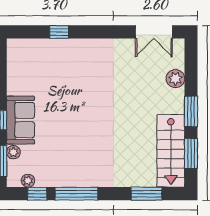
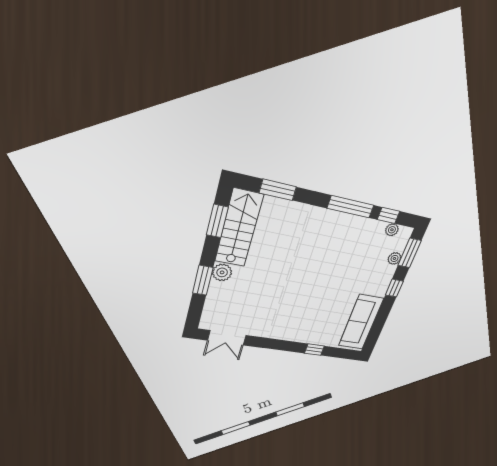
double door: (154, 32) -> (227, 338), swing flipped
plant: (175, 79) -> (222, 272), moved
window: (191, 112) -> (203, 280), moved
sofa: (21, 120) -> (361, 322), moved, width x1.36

